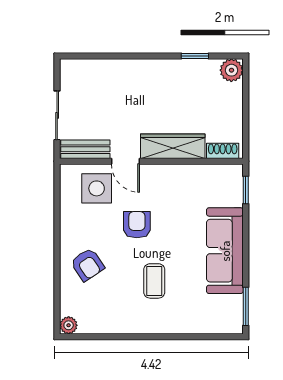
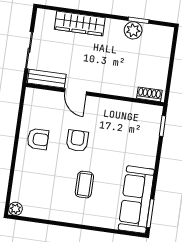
plant: (231, 70) -> (133, 30), moved
wardrobe: (173, 146) -> (80, 24), moved, turned 180
side table: (97, 188) -> (51, 109), removed
sofa: (225, 251) -> (136, 200), moved
armchair: (87, 265) -> (38, 139), moved, turned -56

